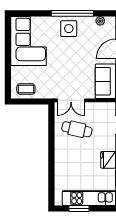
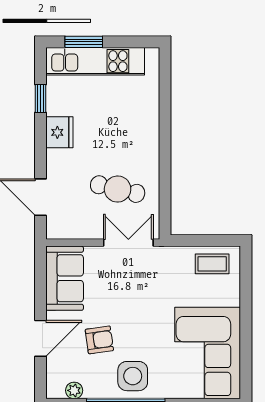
armchair: (87, 48) -> (99, 340), added
window: (79, 209) -> (84, 42), moved

